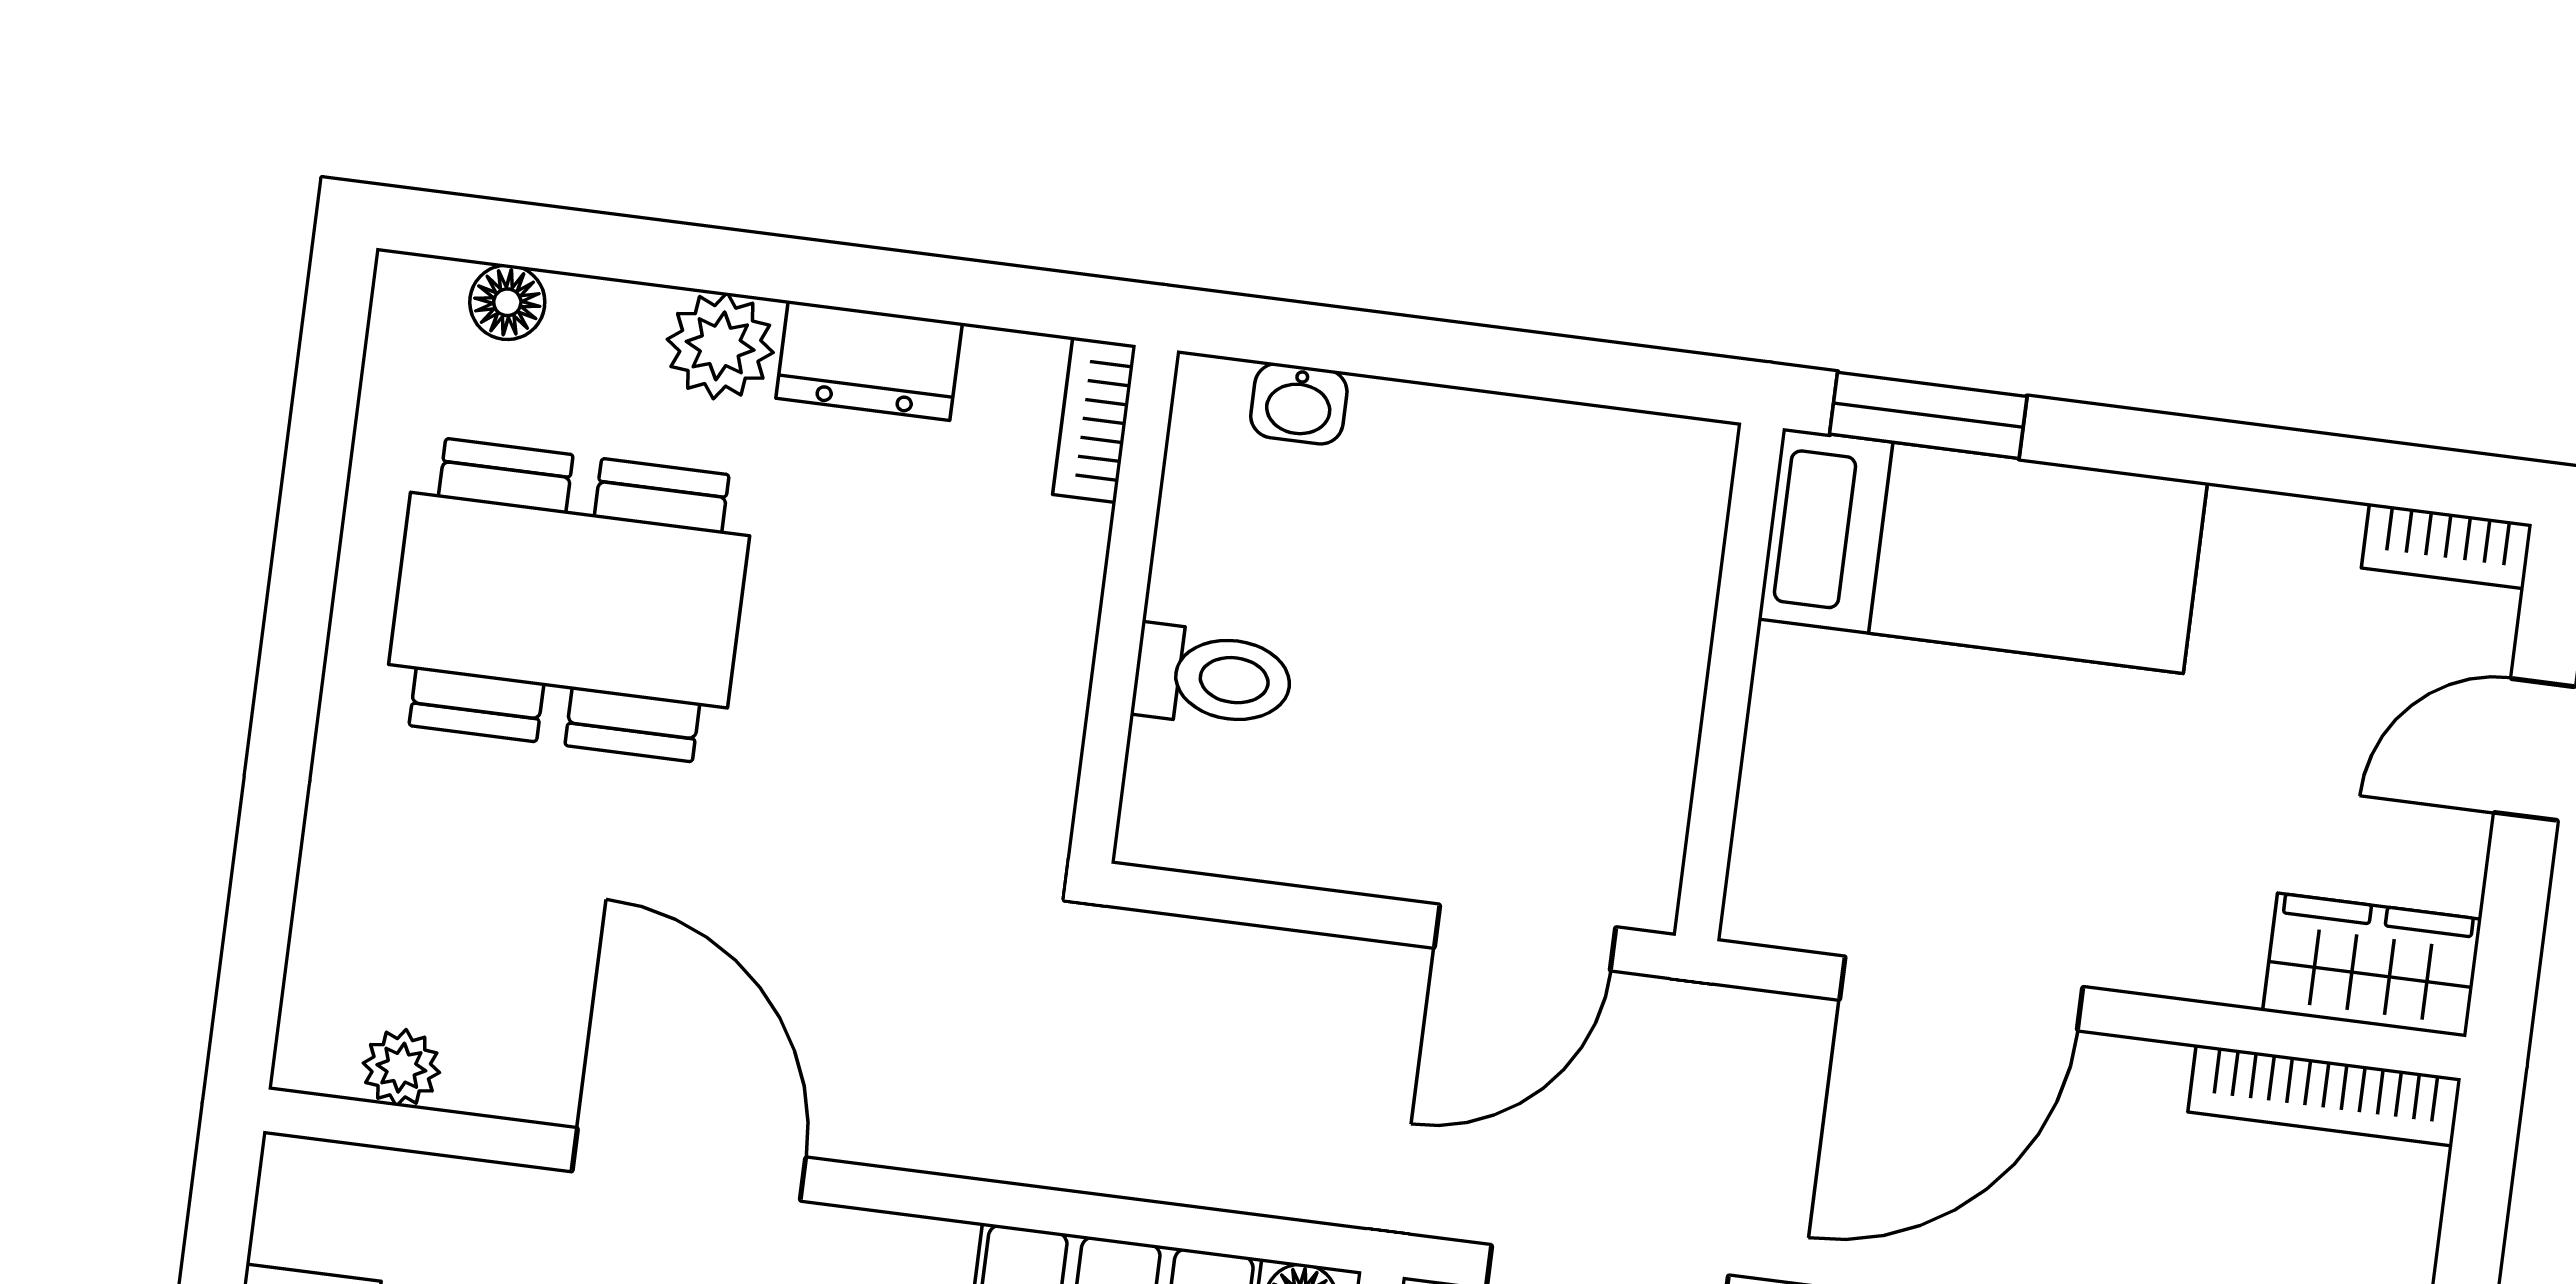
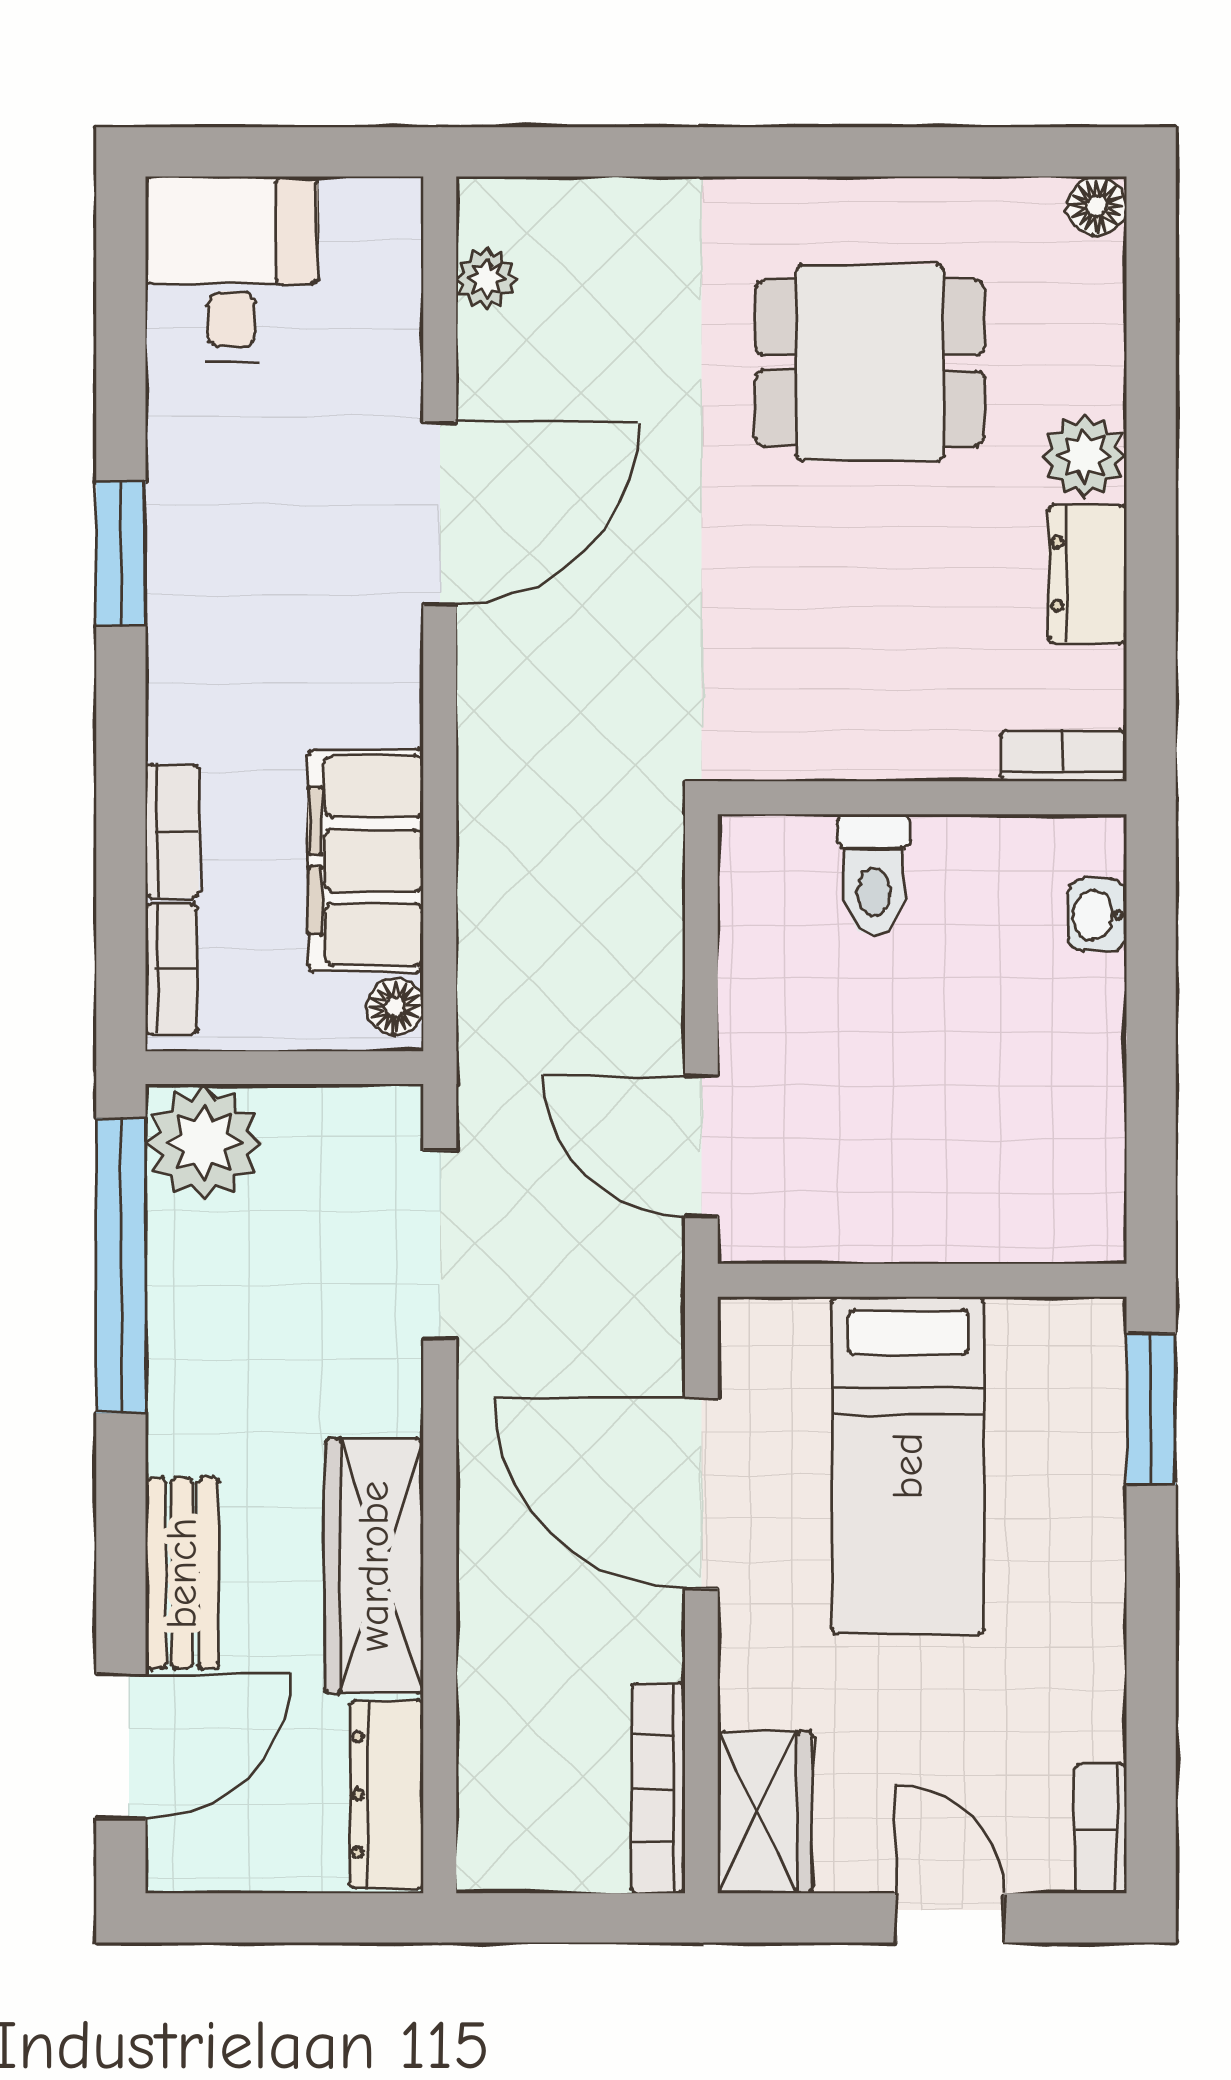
floor lamp: (507, 302) -> (1097, 206), moved
bed: (1983, 551) -> (908, 1466), moved
dining table: (569, 600) -> (870, 363), width x0.73

